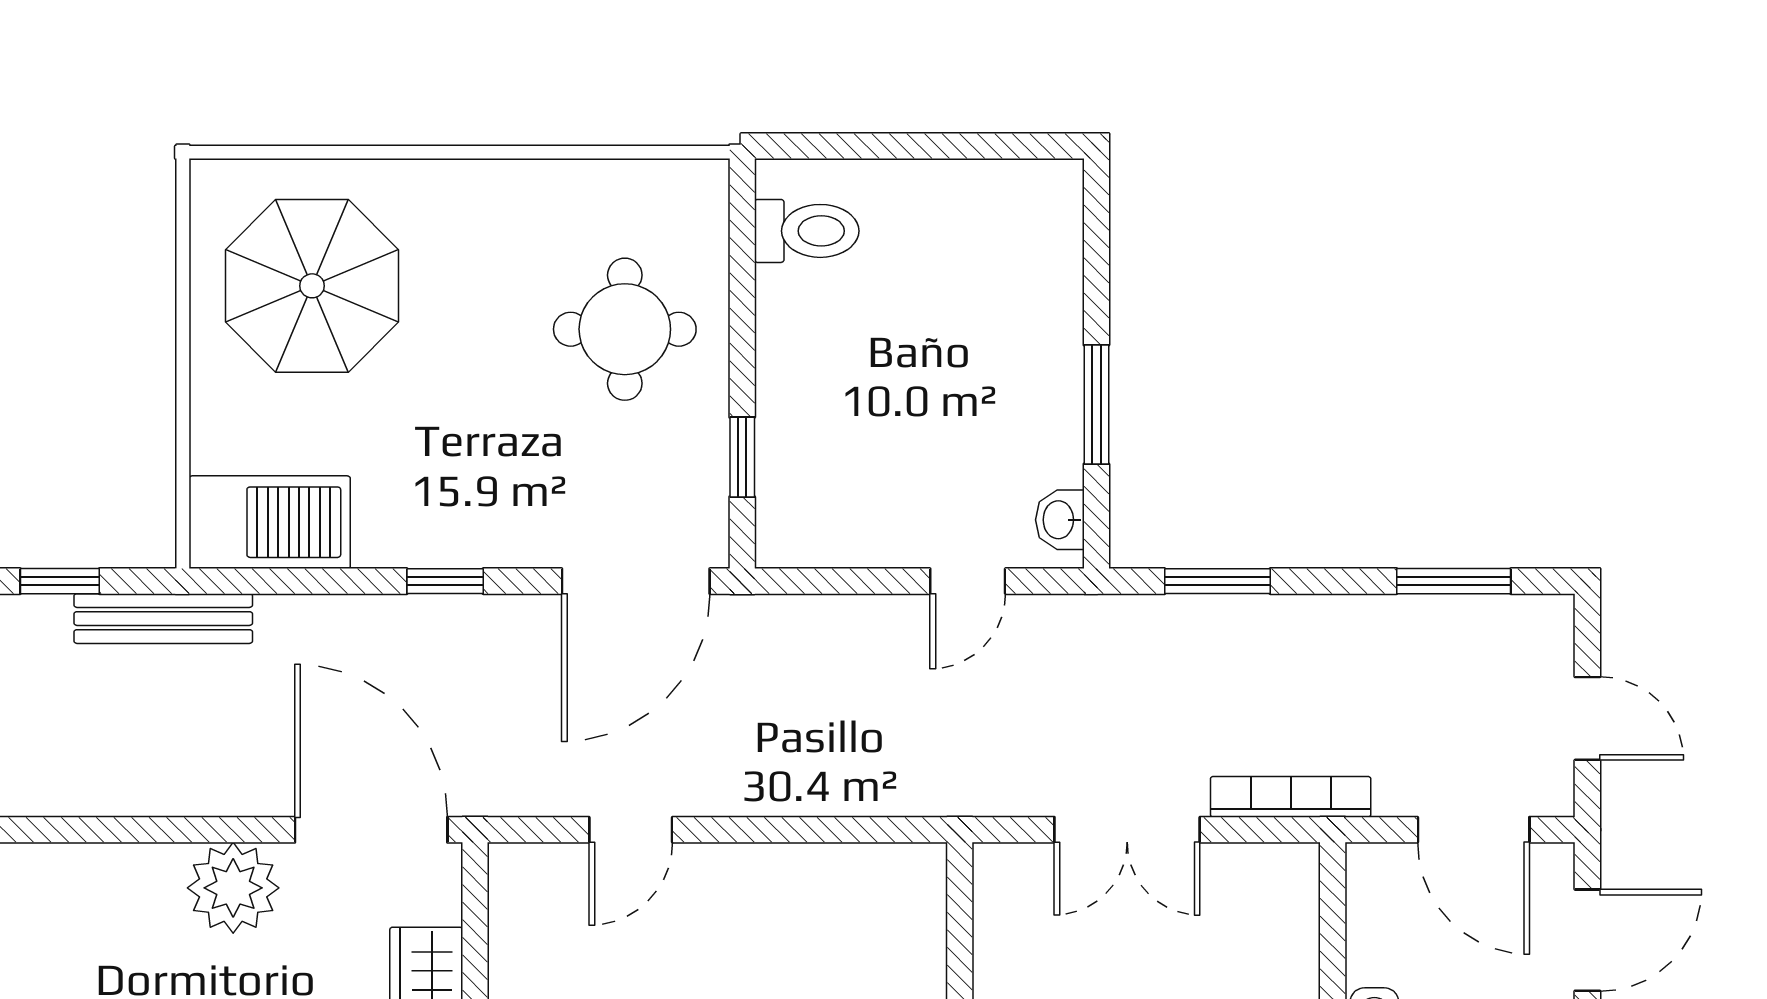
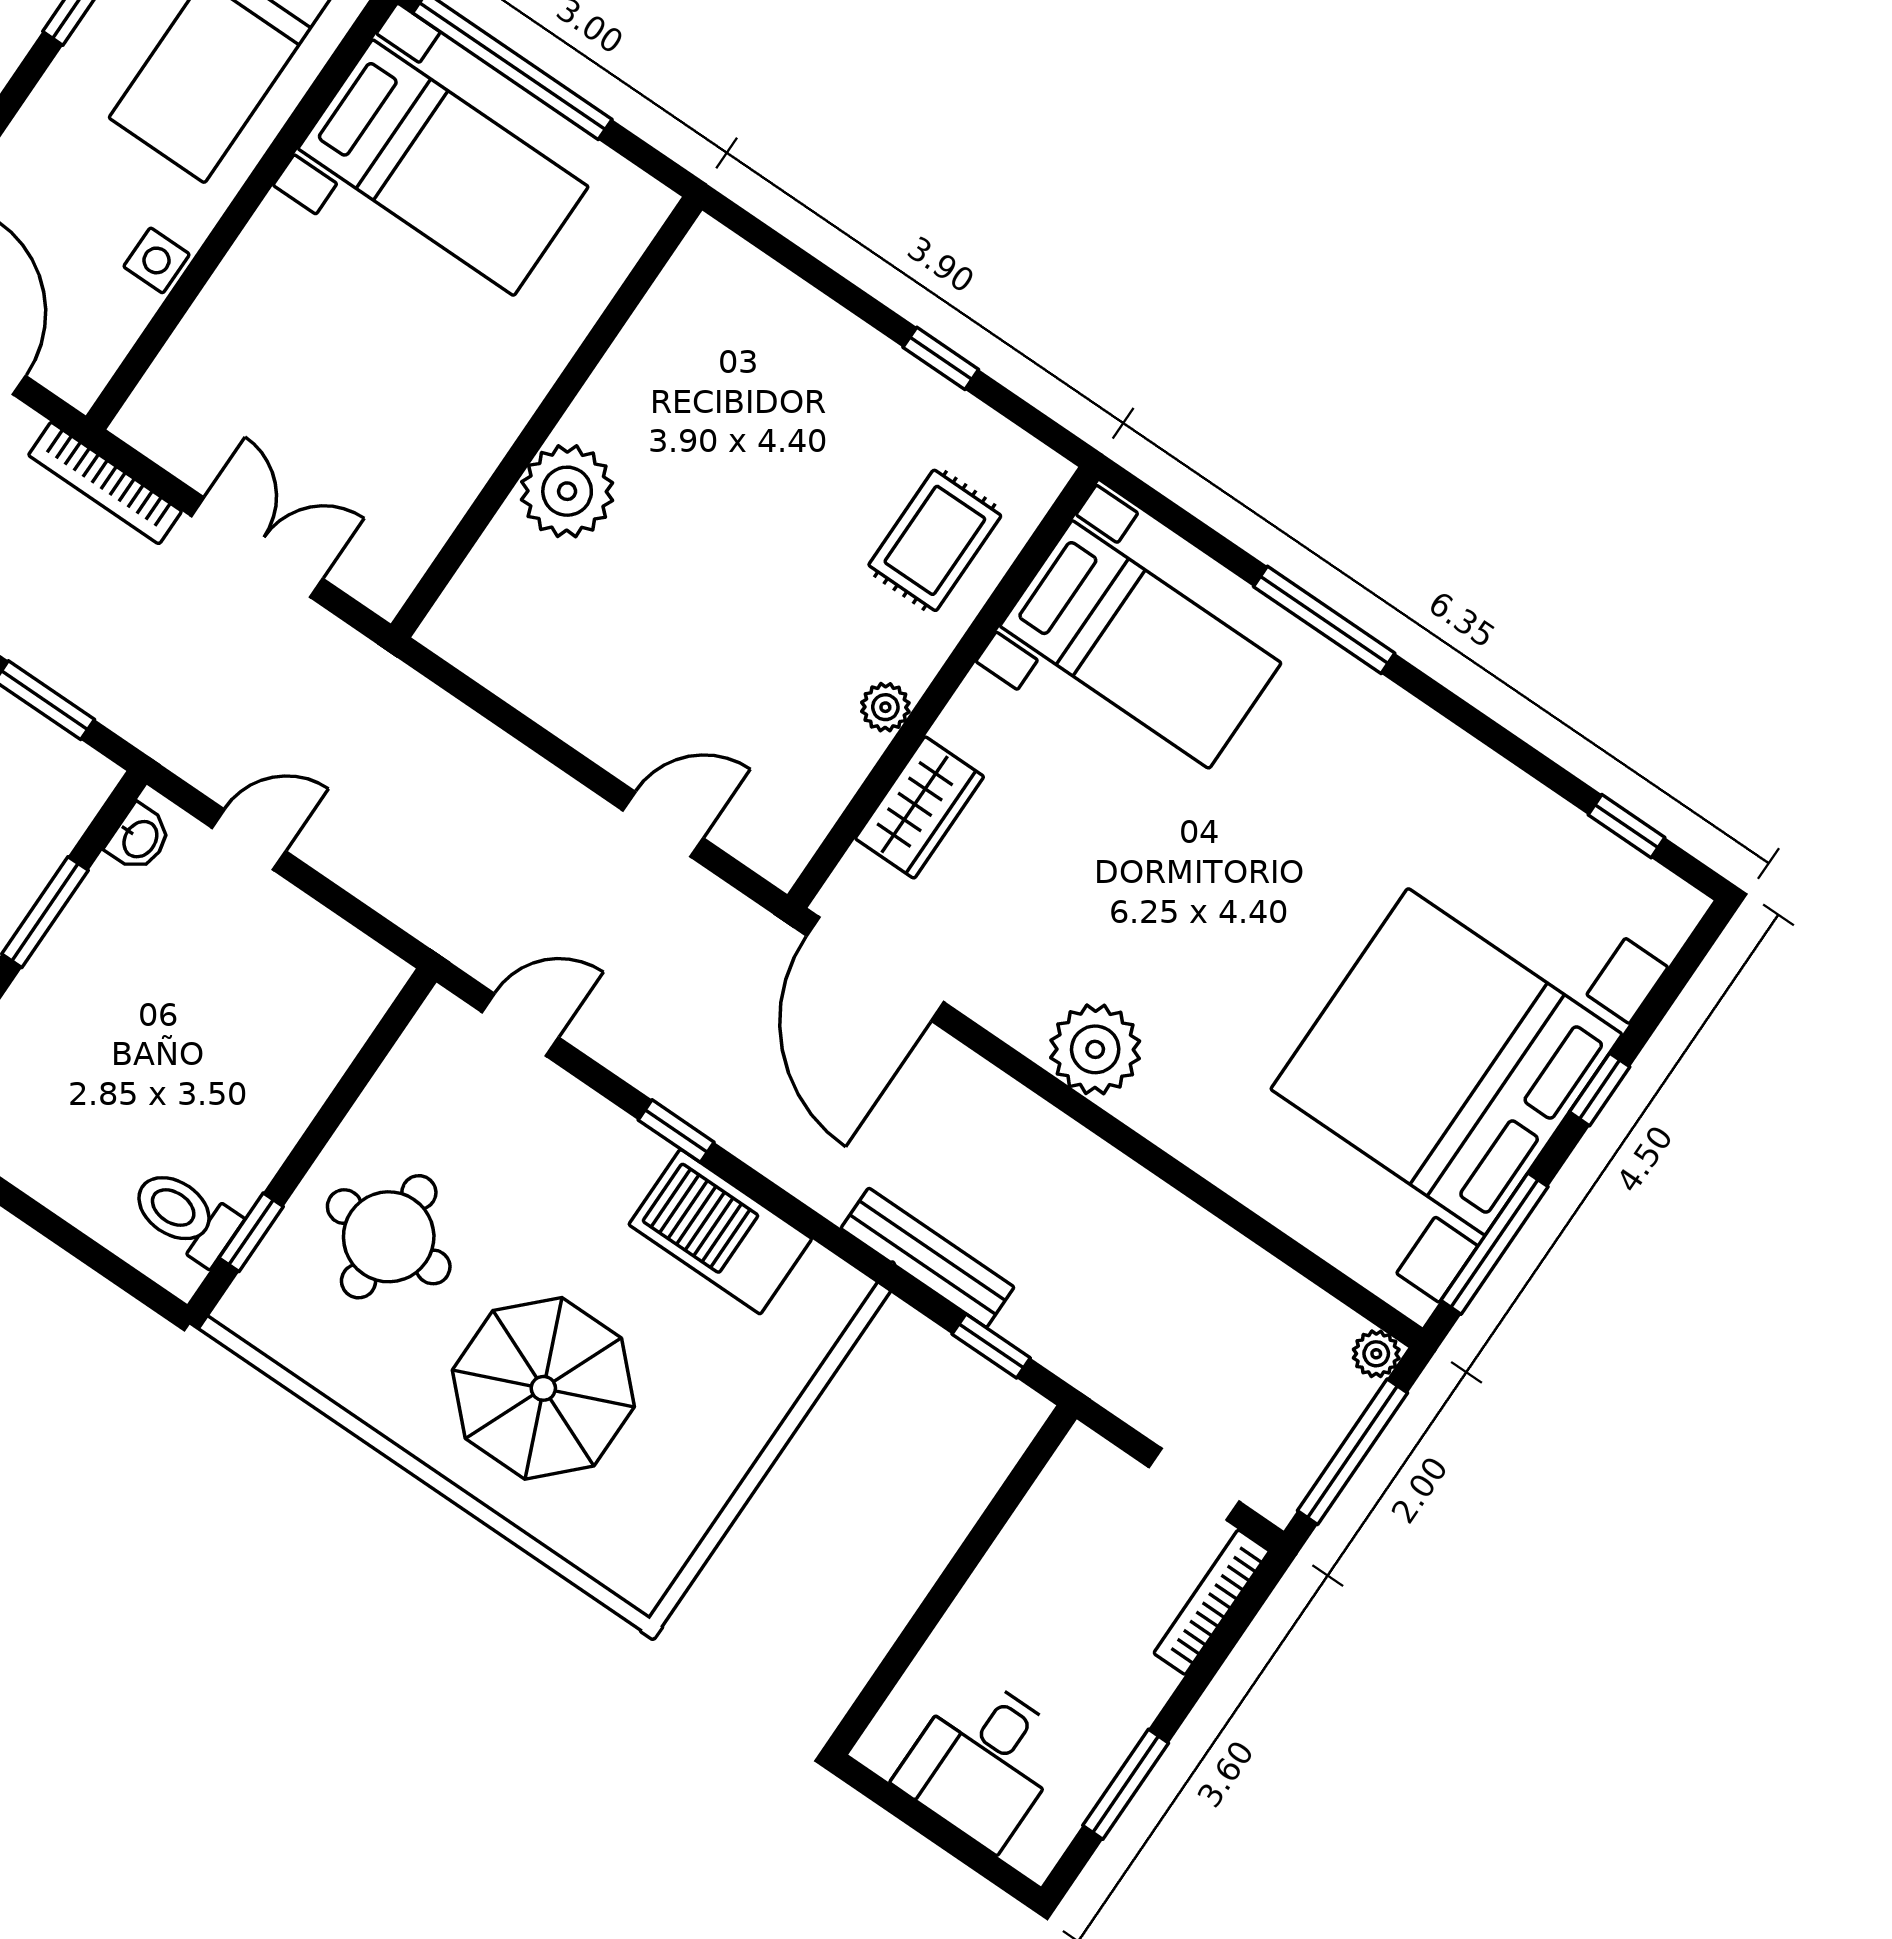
parasol: (312, 286) -> (543, 1388), moved
window: (742, 457) -> (251, 1232), moved
barbecue: (270, 522) -> (720, 1232), moved
door: (636, 581) -> (520, 1025), width x0.53
plant: (233, 888) -> (1095, 1049), moved

